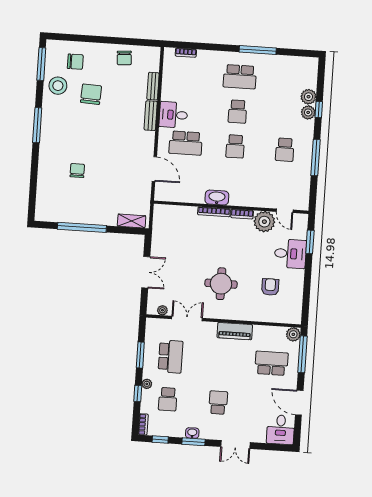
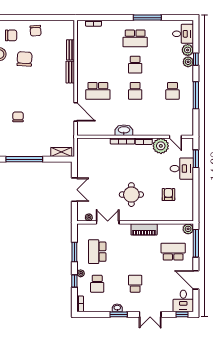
chair: (124, 58) -> (36, 31), moved
desk: (173, 115) -> (183, 34), moved, turned 180
school desk: (171, 357) -> (97, 252), turned 180
window: (160, 440) -> (182, 314), moved

